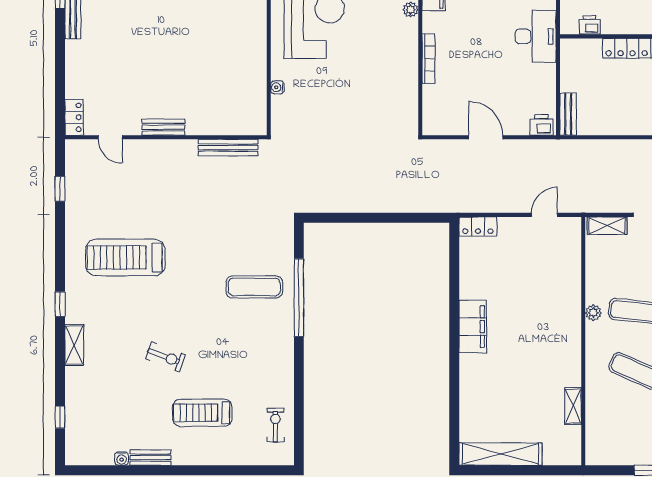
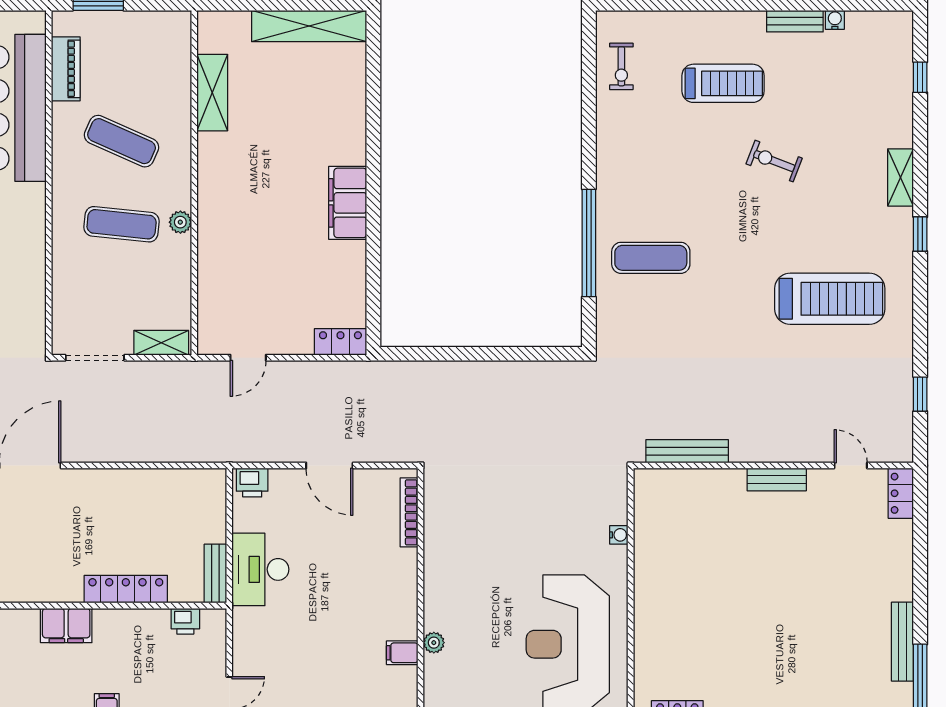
desk: (536, 36) -> (260, 569), moved
bookcase: (429, 59) -> (409, 512), moved
bench: (568, 114) -> (215, 574), moved
shelving: (573, 406) -> (212, 93), width x1.50, depth x1.33

